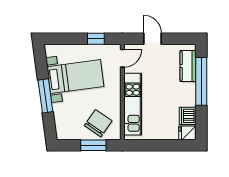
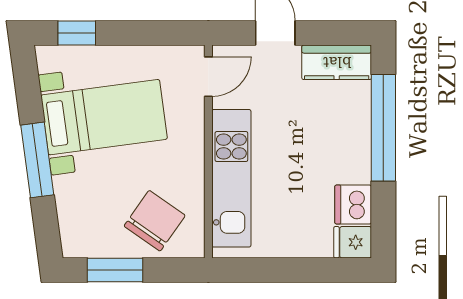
window: (96, 39) -> (77, 33), moved
kitchen counter: (188, 66) -> (337, 62), moved, turned -90
window: (93, 145) -> (115, 270), moved

